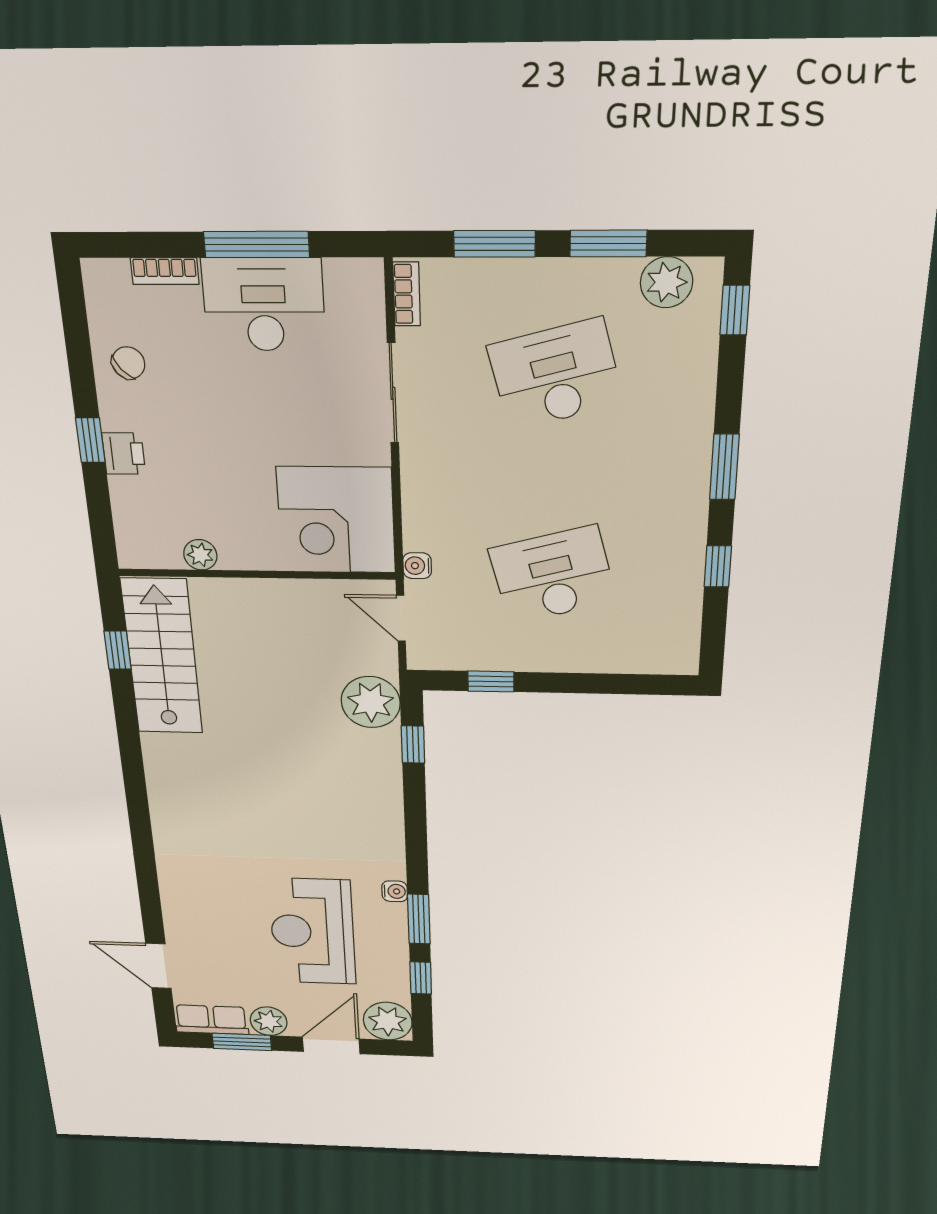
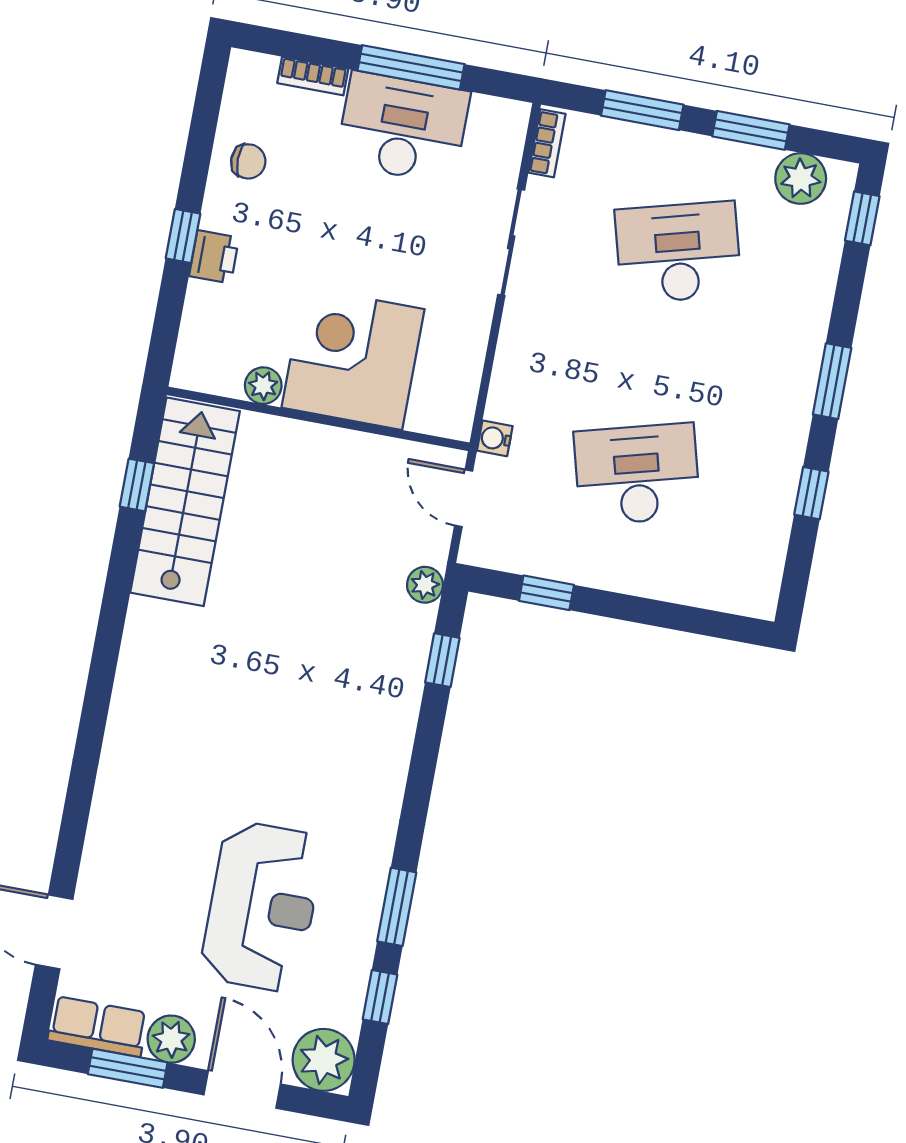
chair: (128, 363) -> (248, 161), turned 40
corner desk: (336, 520) -> (353, 358), moved, turned 90
plant: (371, 702) -> (425, 585), width x0.53, depth x0.53
water cooler: (395, 891) -> (376, 861), removed
reception desk: (312, 932) -> (262, 907), turned 180
door: (331, 1045) -> (242, 1089), hinge flipped

